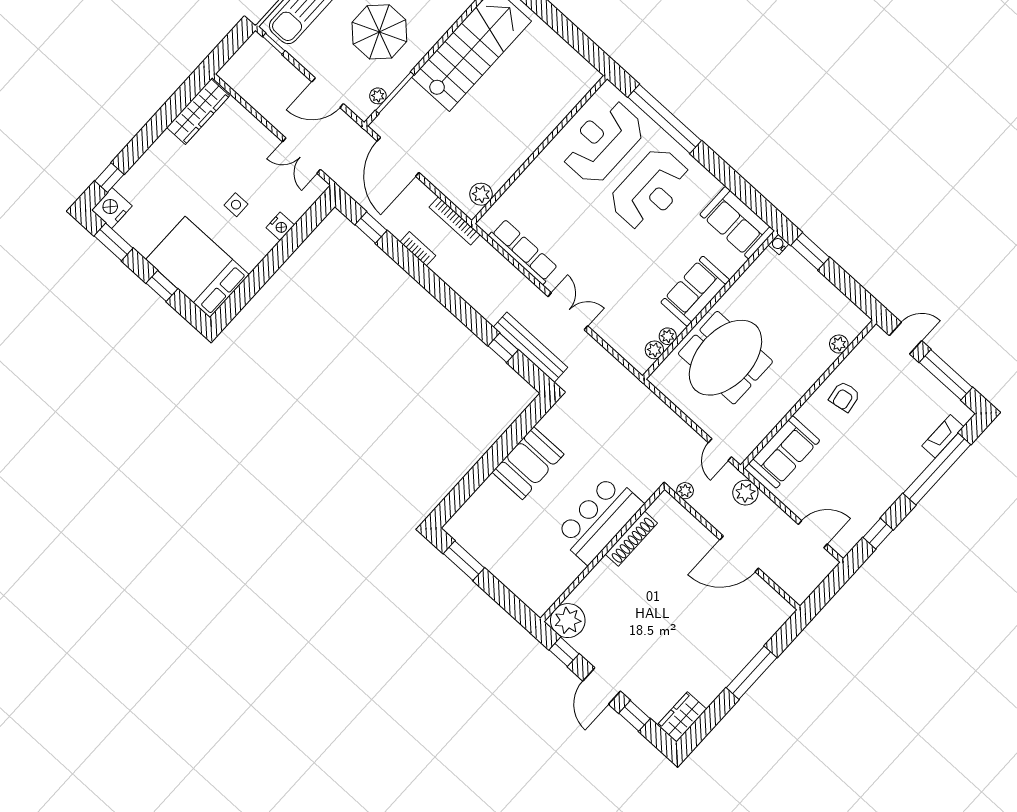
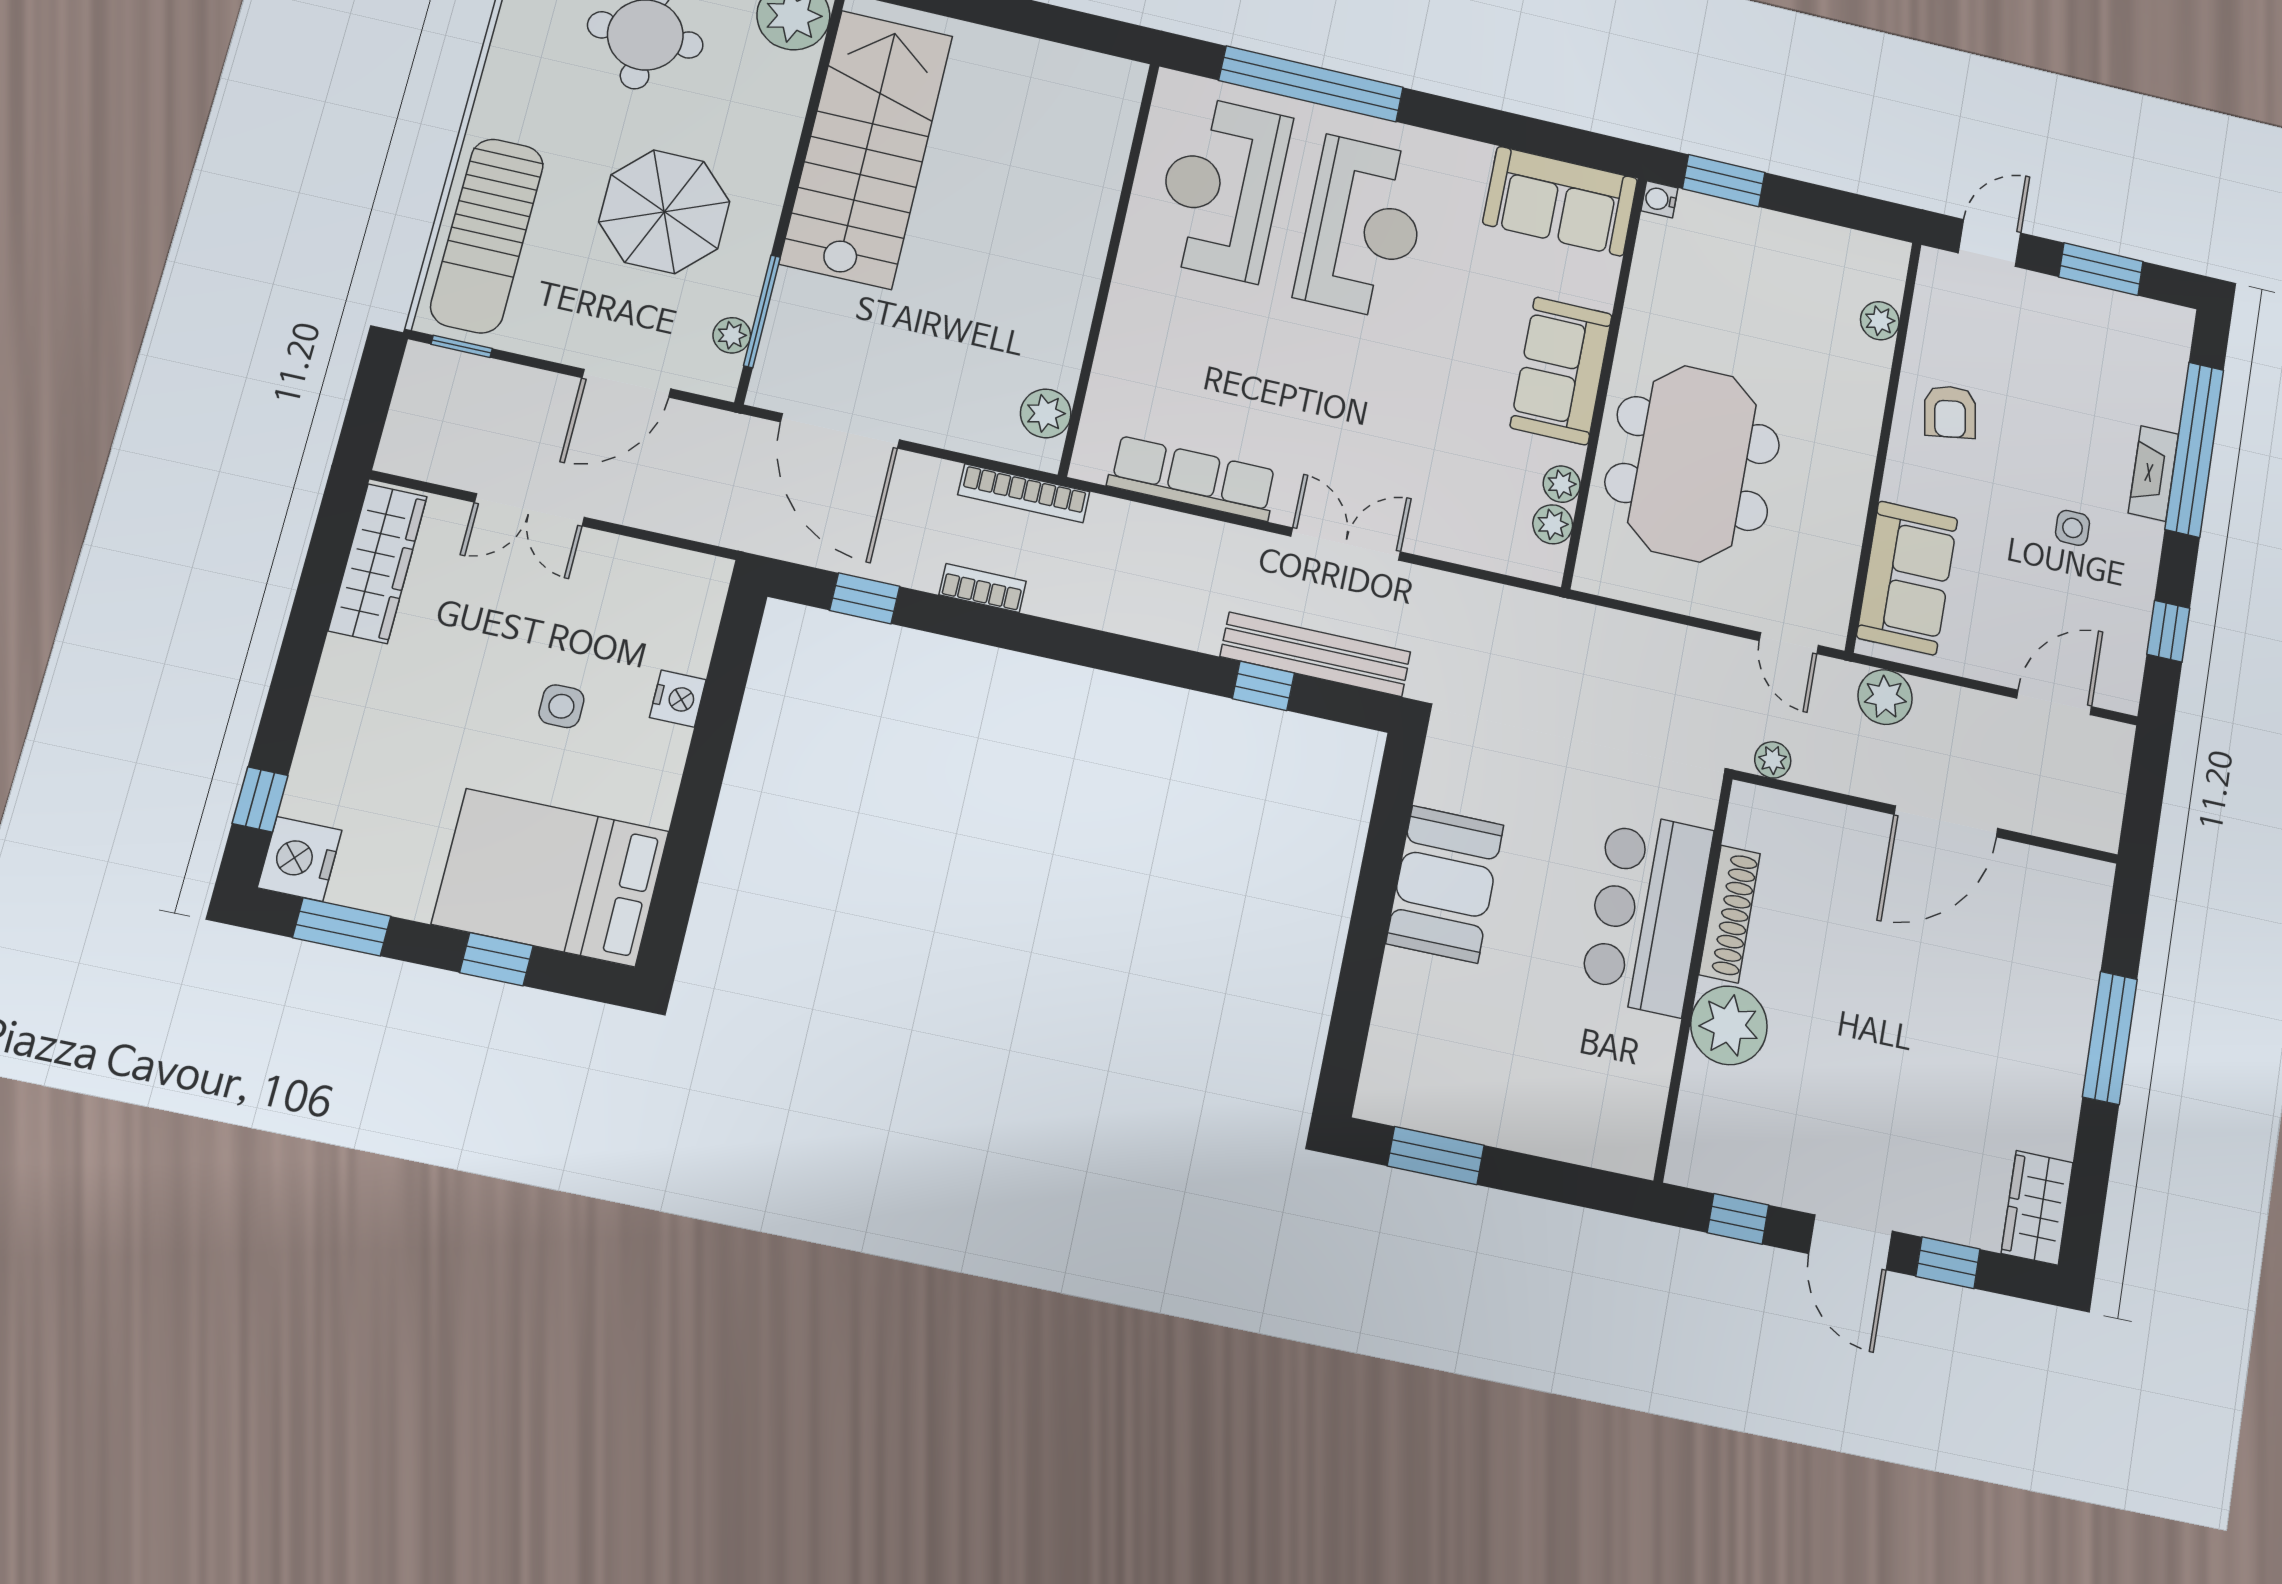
double door: (301, 156) -> (529, 510), moved
window: (946, 375) -> (2101, 269), width x0.69
fireplace: (943, 436) -> (2153, 474), moved
side table: (865, 471) -> (2073, 528), added
plant: (568, 621) -> (1729, 1025), moved

